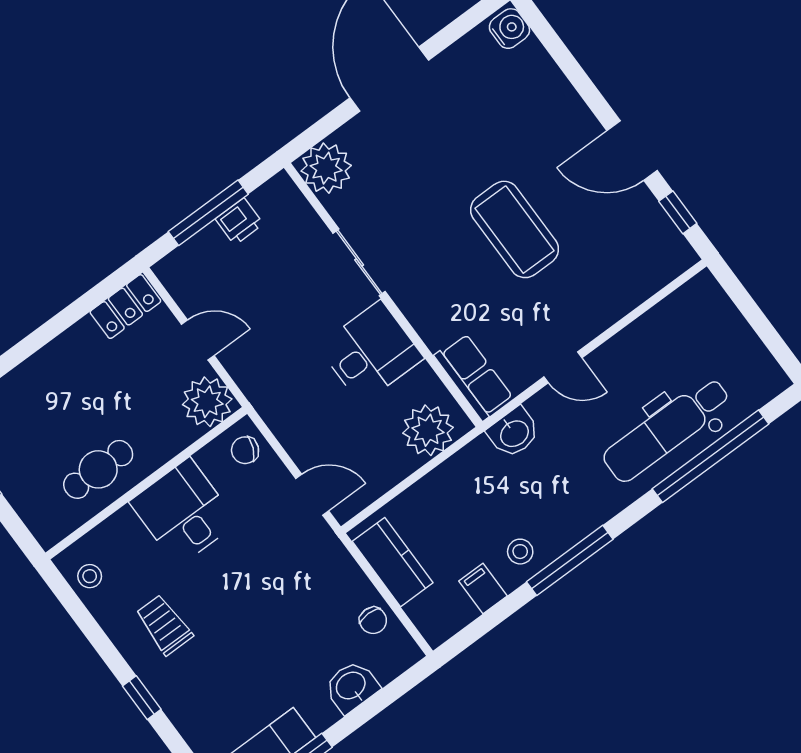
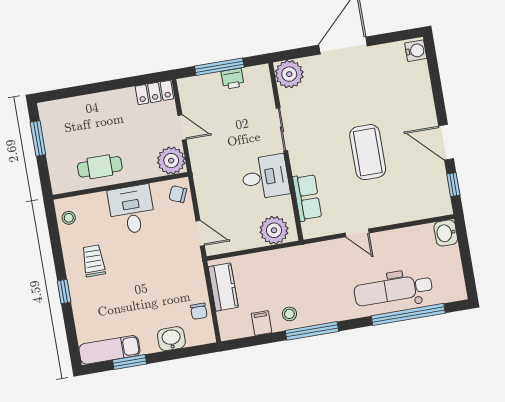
row of seats: (474, 377) -> (307, 197), moved
washbasin: (514, 433) -> (446, 233), moved, turned 90

